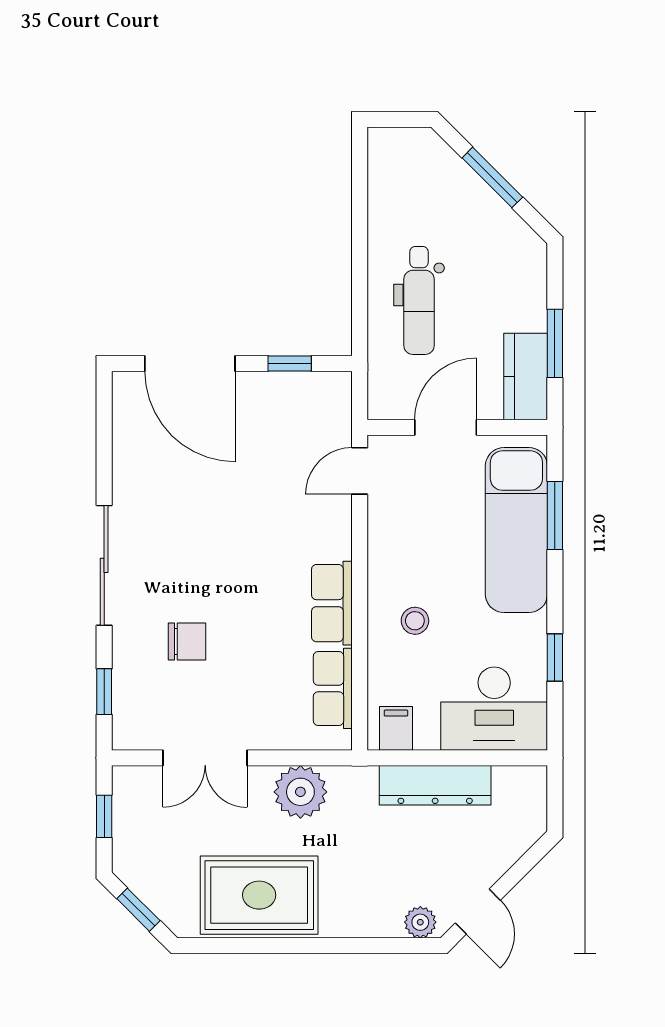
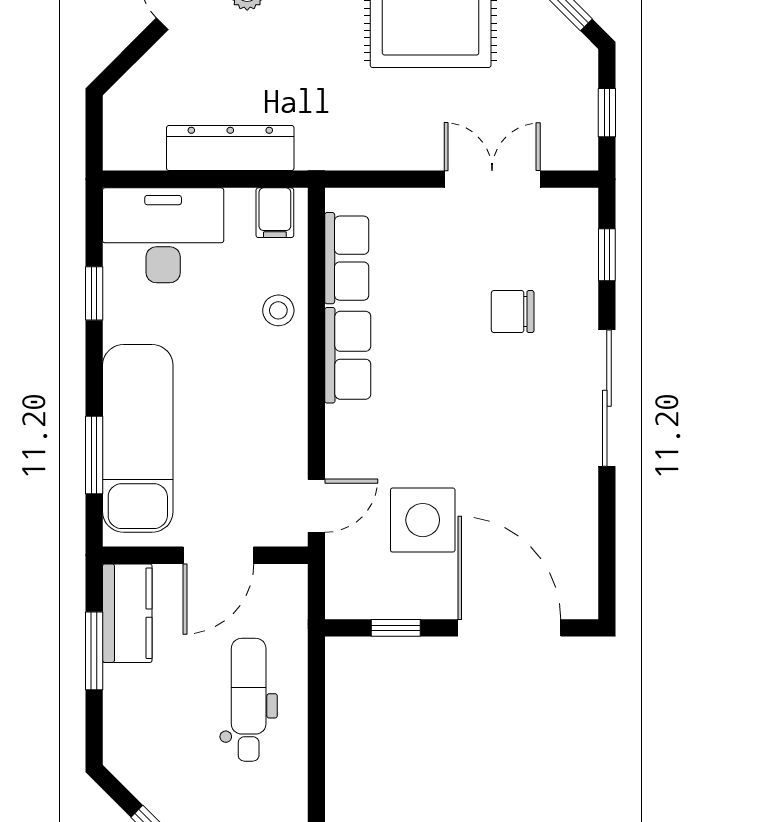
side table: (266, 458) -> (423, 520), added
stool: (415, 621) -> (278, 310), moved
plant: (300, 792) -> (384, 140), removed

